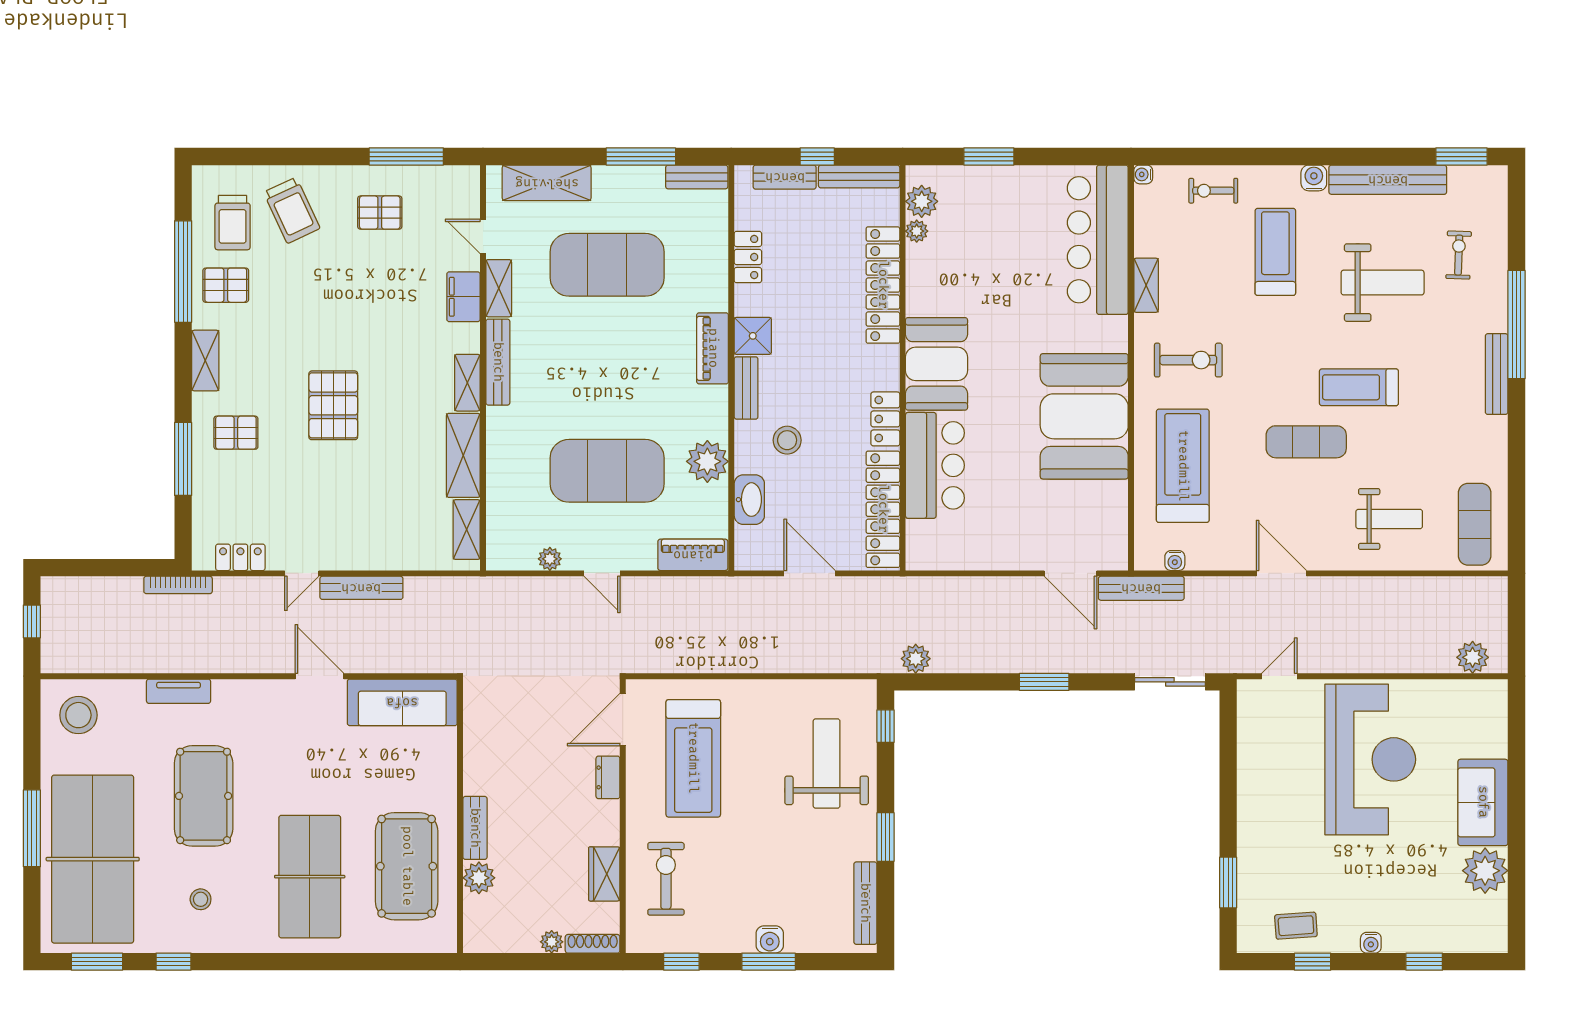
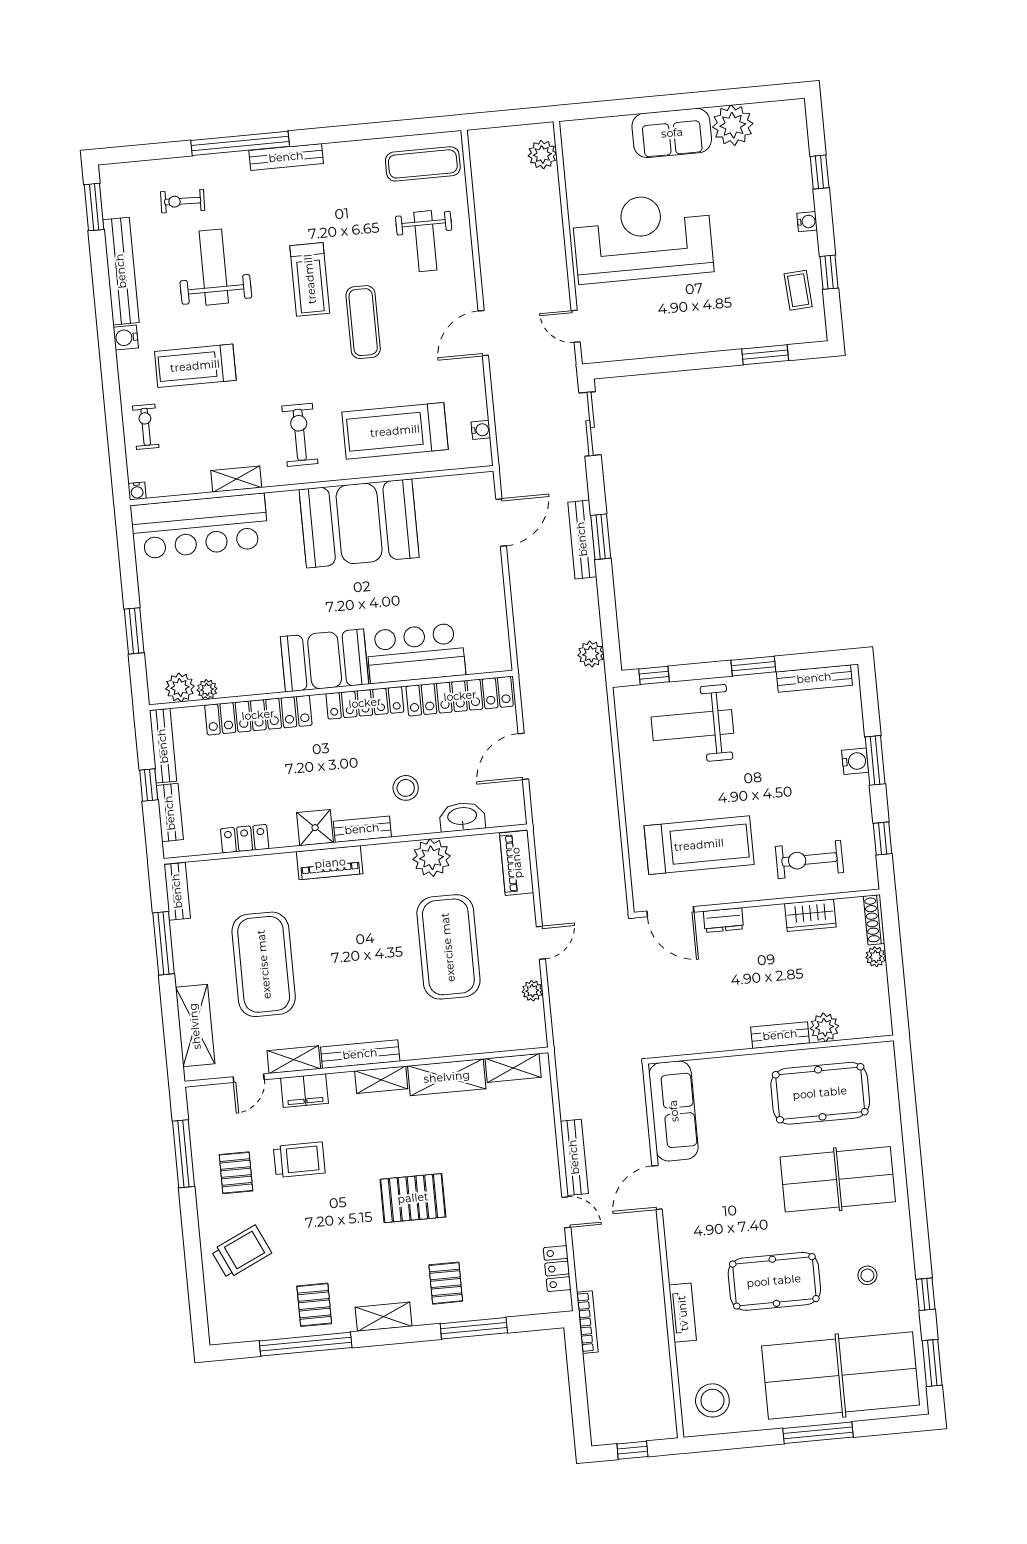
exercise bike: (1213, 191) -> (146, 427), turned 180
trolley: (233, 223) -> (299, 1160), moved
locker: (885, 419) -> (365, 703), width x1.53
weight bench: (1389, 519) -> (425, 241), turned 180
bench: (1141, 588) -> (582, 539), moved

